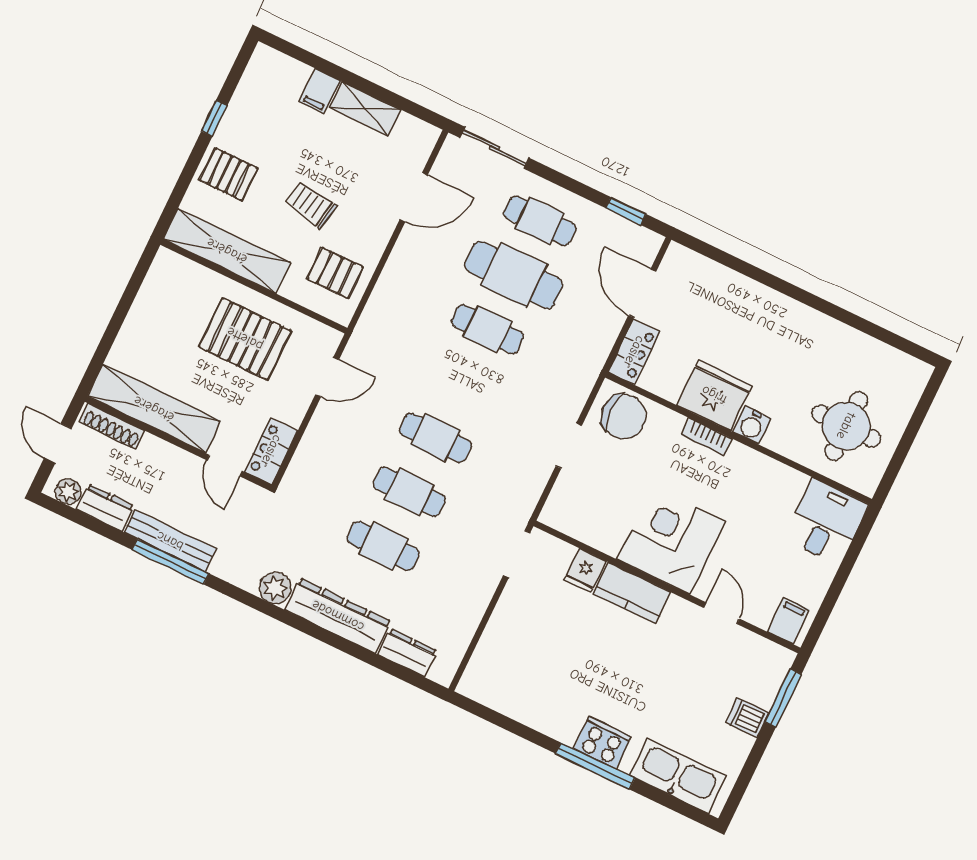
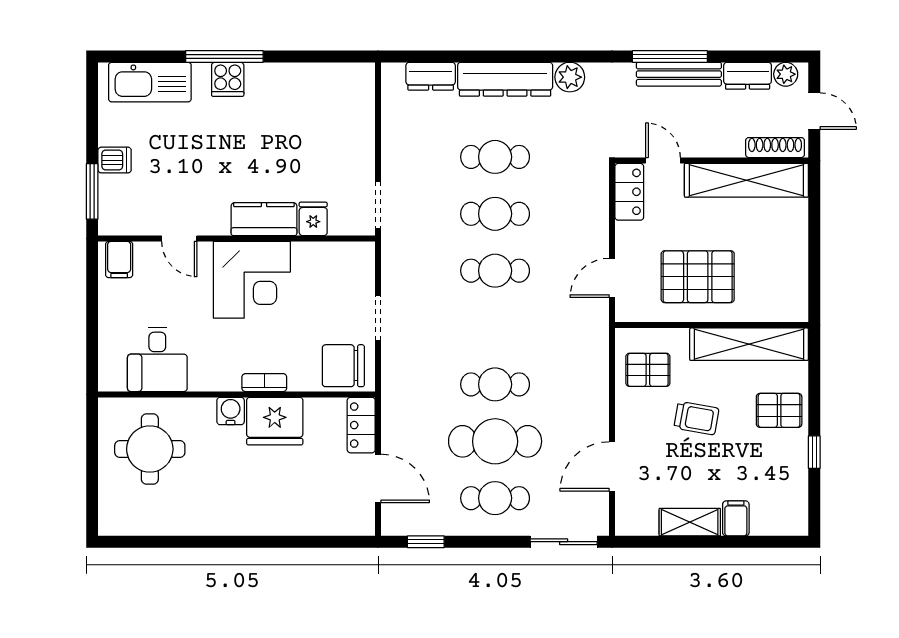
desk: (826, 522) -> (157, 359), moved
cooker: (602, 743) -> (228, 79), width x0.73

